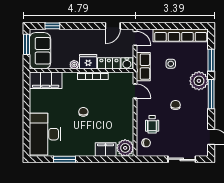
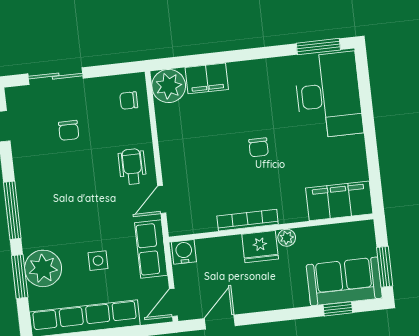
door: (135, 38) -> (173, 302), hinge flipped
sofa: (40, 51) -> (344, 281), moved, turned 90
locker: (109, 63) -> (219, 248), removed
plant: (199, 81) -> (43, 268), moved
door: (135, 91) -> (162, 199), hinge flipped
chair: (176, 105) -> (69, 130), moved
wheelchair: (152, 124) -> (132, 167), moved
window: (65, 159) -> (318, 47), moved

